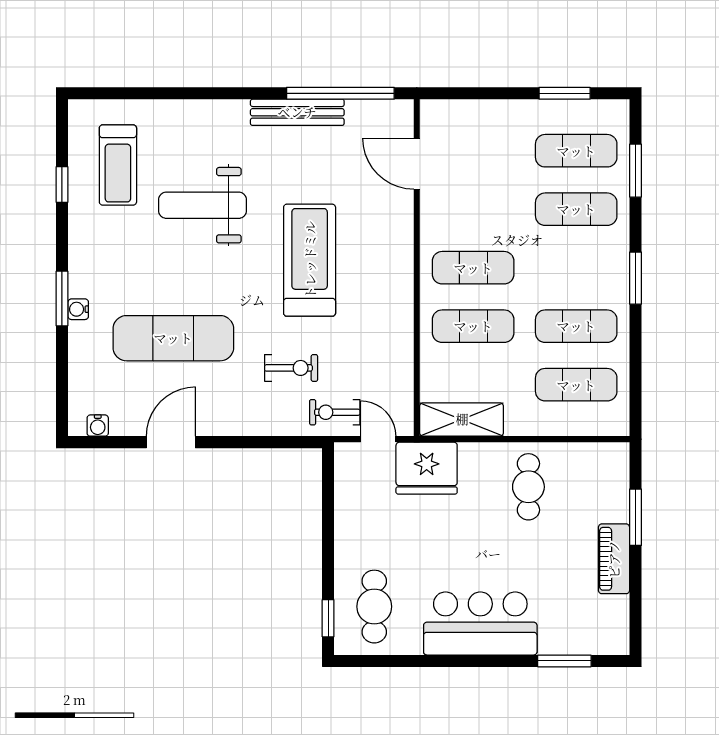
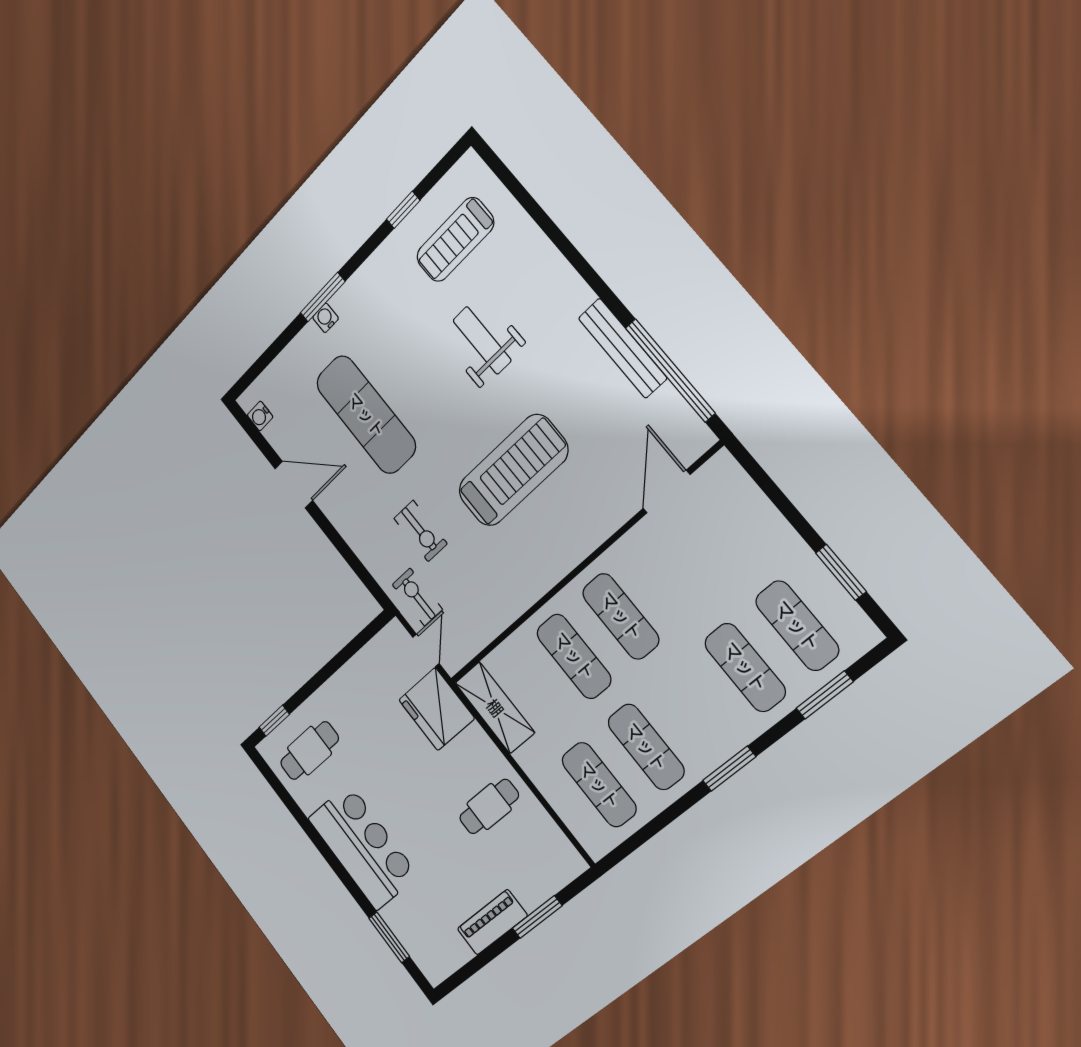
weight bench: (203, 205) -> (482, 340), width x0.73, depth x0.75

